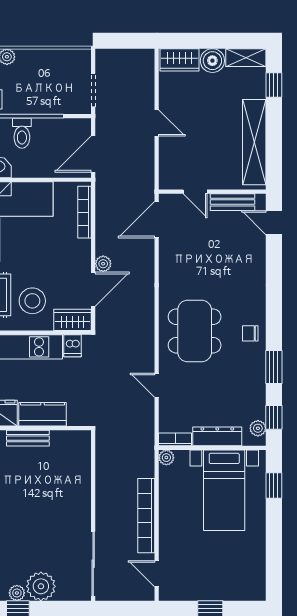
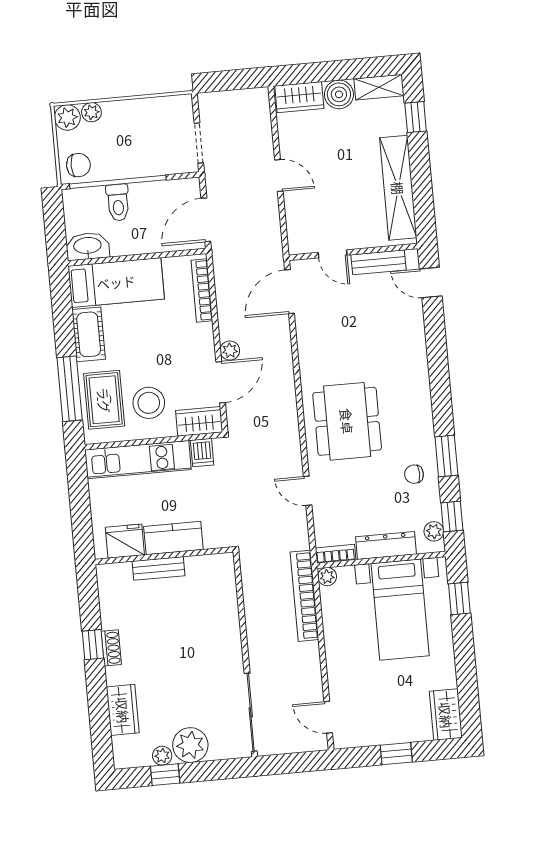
chair: (250, 333) -> (414, 474), moved
bookcase: (146, 516) -> (304, 596), moved
wardrobe: (254, 580) -> (446, 715), added

